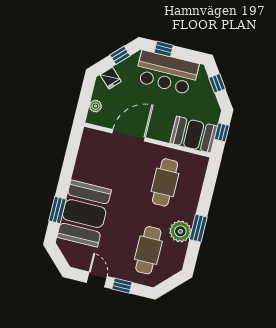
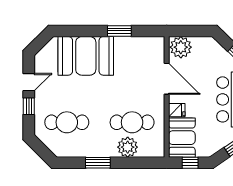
fridge: (111, 78) -> (177, 110), moved, turned -134
plant: (95, 106) -> (181, 47), width x1.88, depth x1.88
window: (58, 210) -> (119, 31), moved
plant: (180, 231) -> (128, 147), moved

